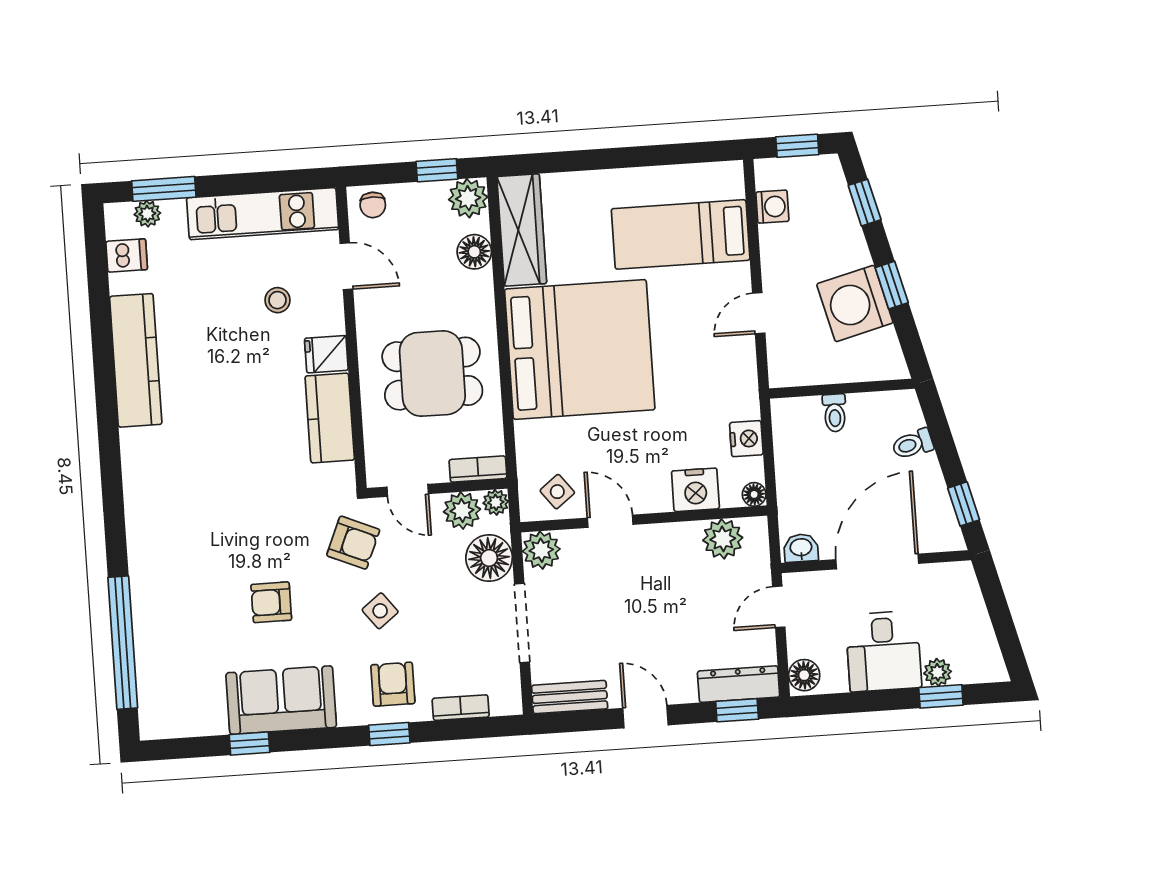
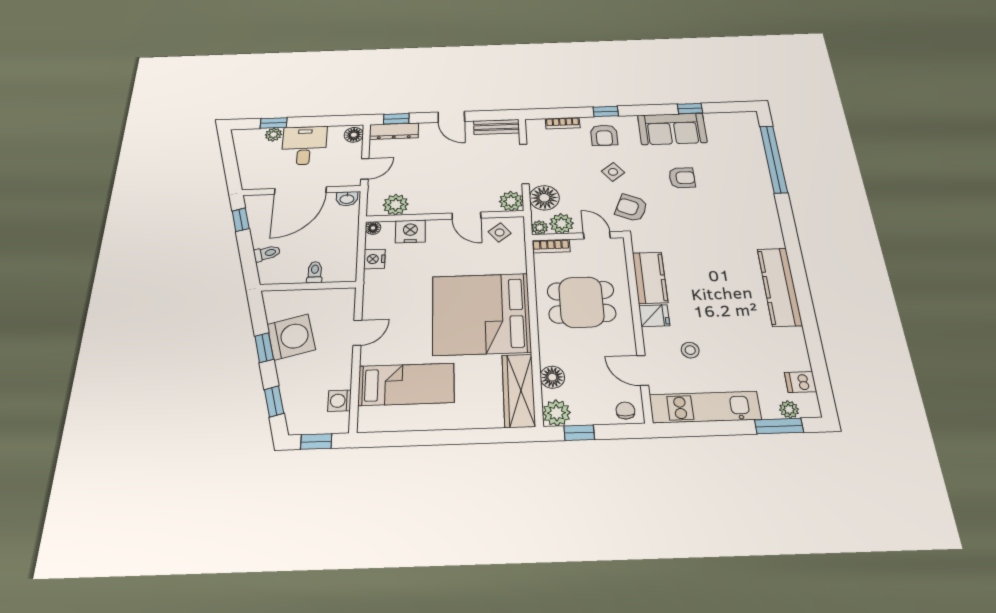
kitchen counter: (136, 360) -> (780, 287), moved

